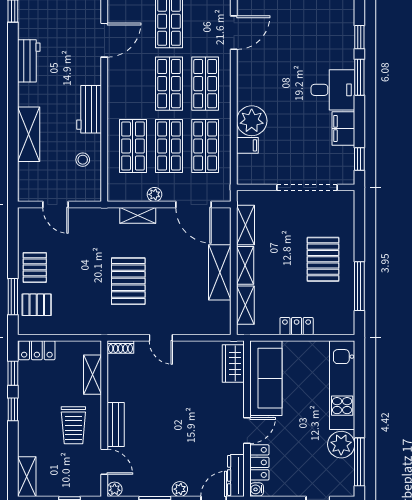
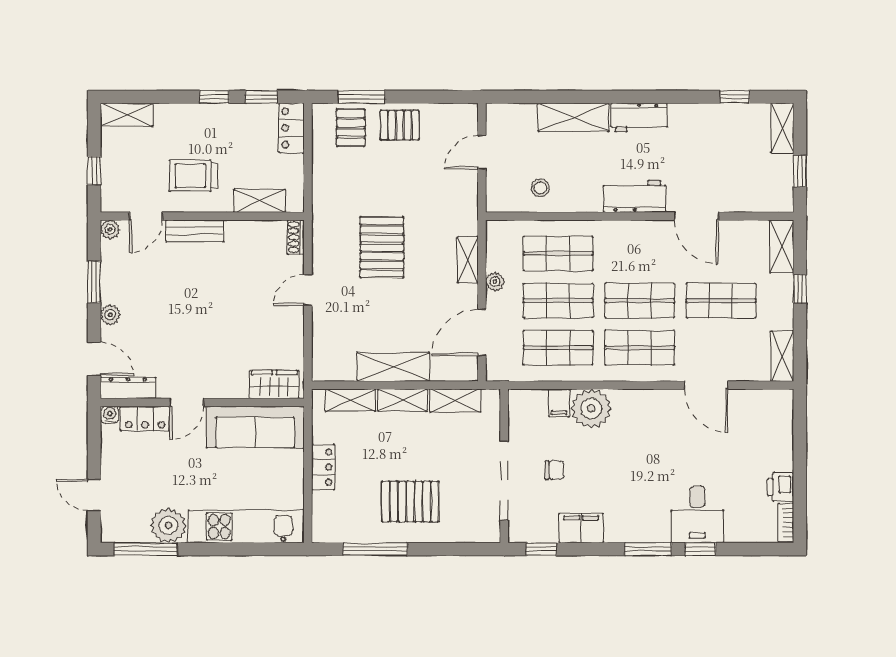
workbench: (29, 61) -> (639, 117), moved
desk: (333, 90) -> (697, 515), moved
workbench: (89, 109) -> (635, 196), moved
chair: (299, 149) -> (554, 470), added
pallet: (128, 281) -> (382, 247), turned 90
door: (247, 430) -> (187, 402), hinge flipped

